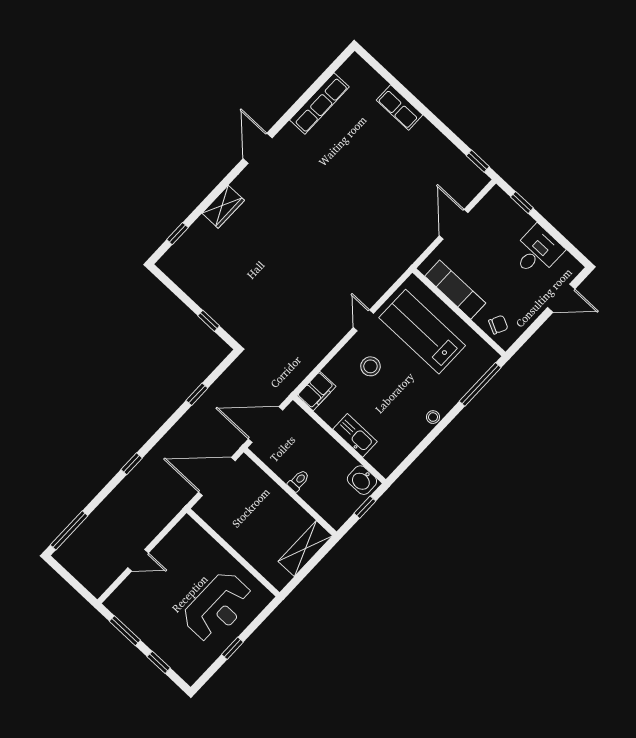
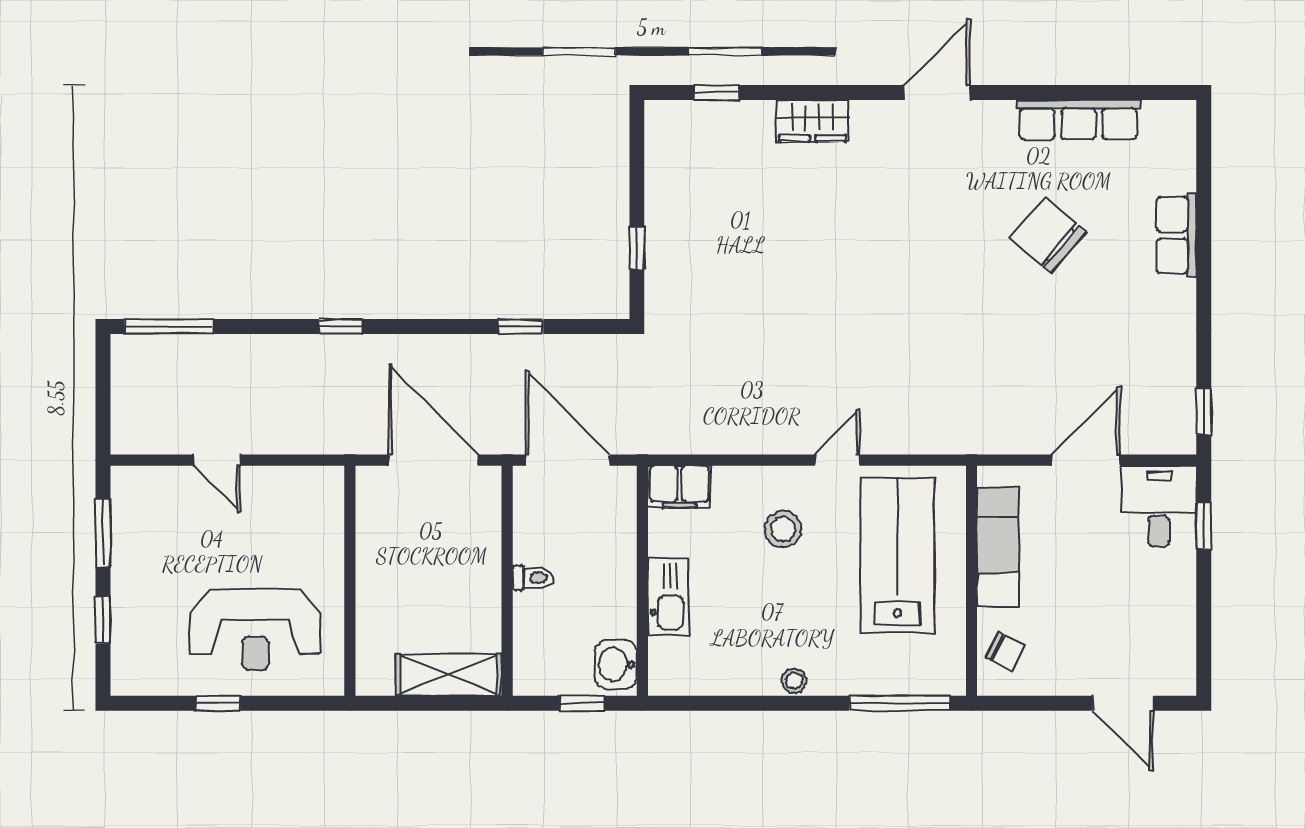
chair: (353, 157) -> (1048, 235), added
desk: (537, 252) -> (1159, 506), moved, turned -90

